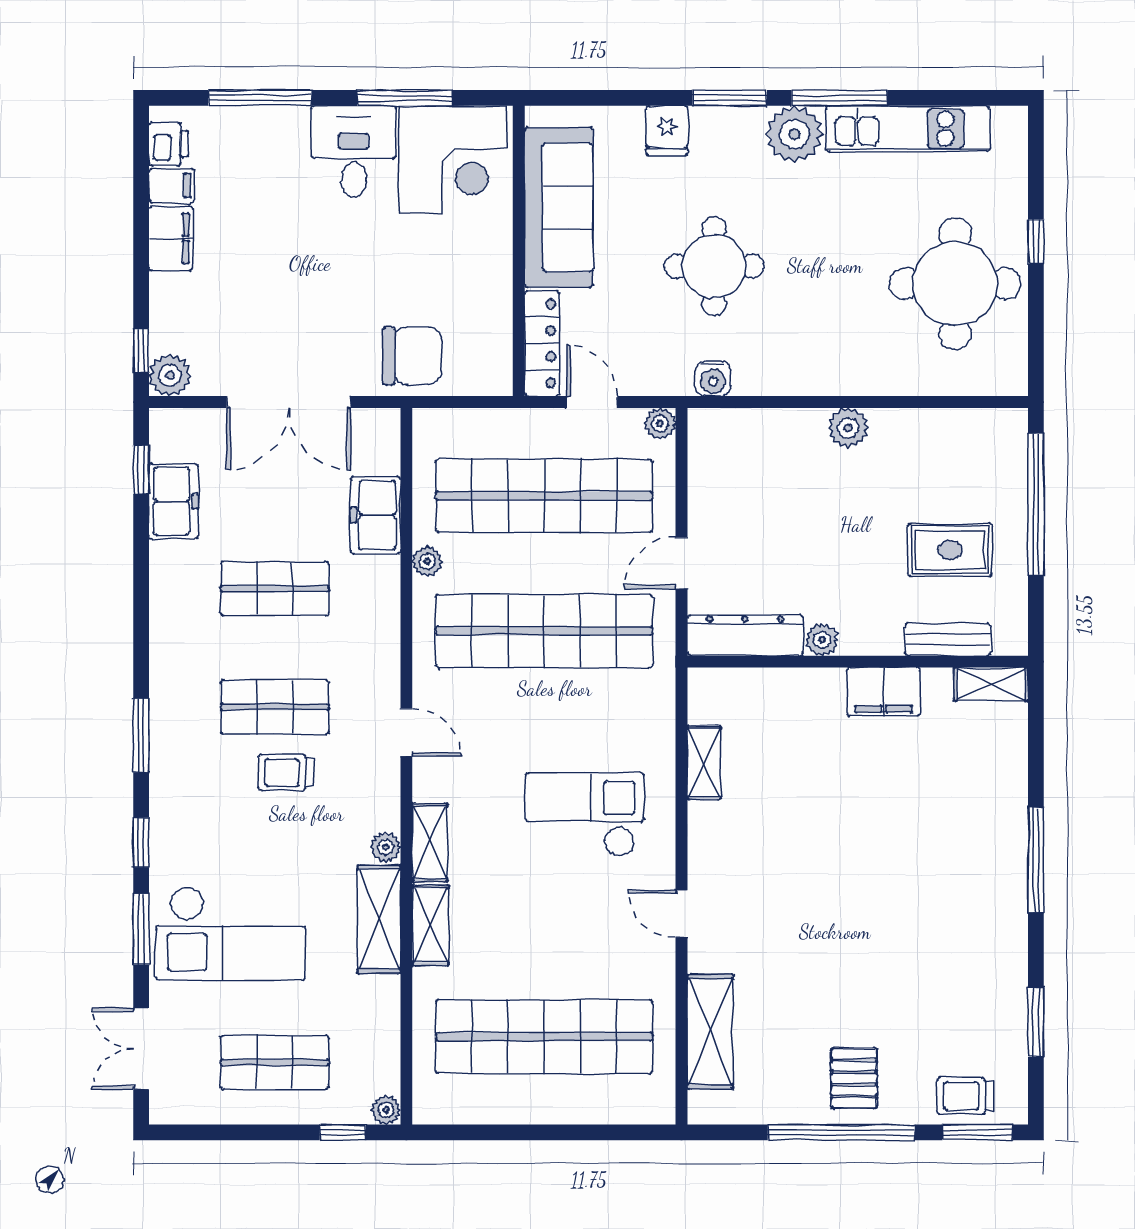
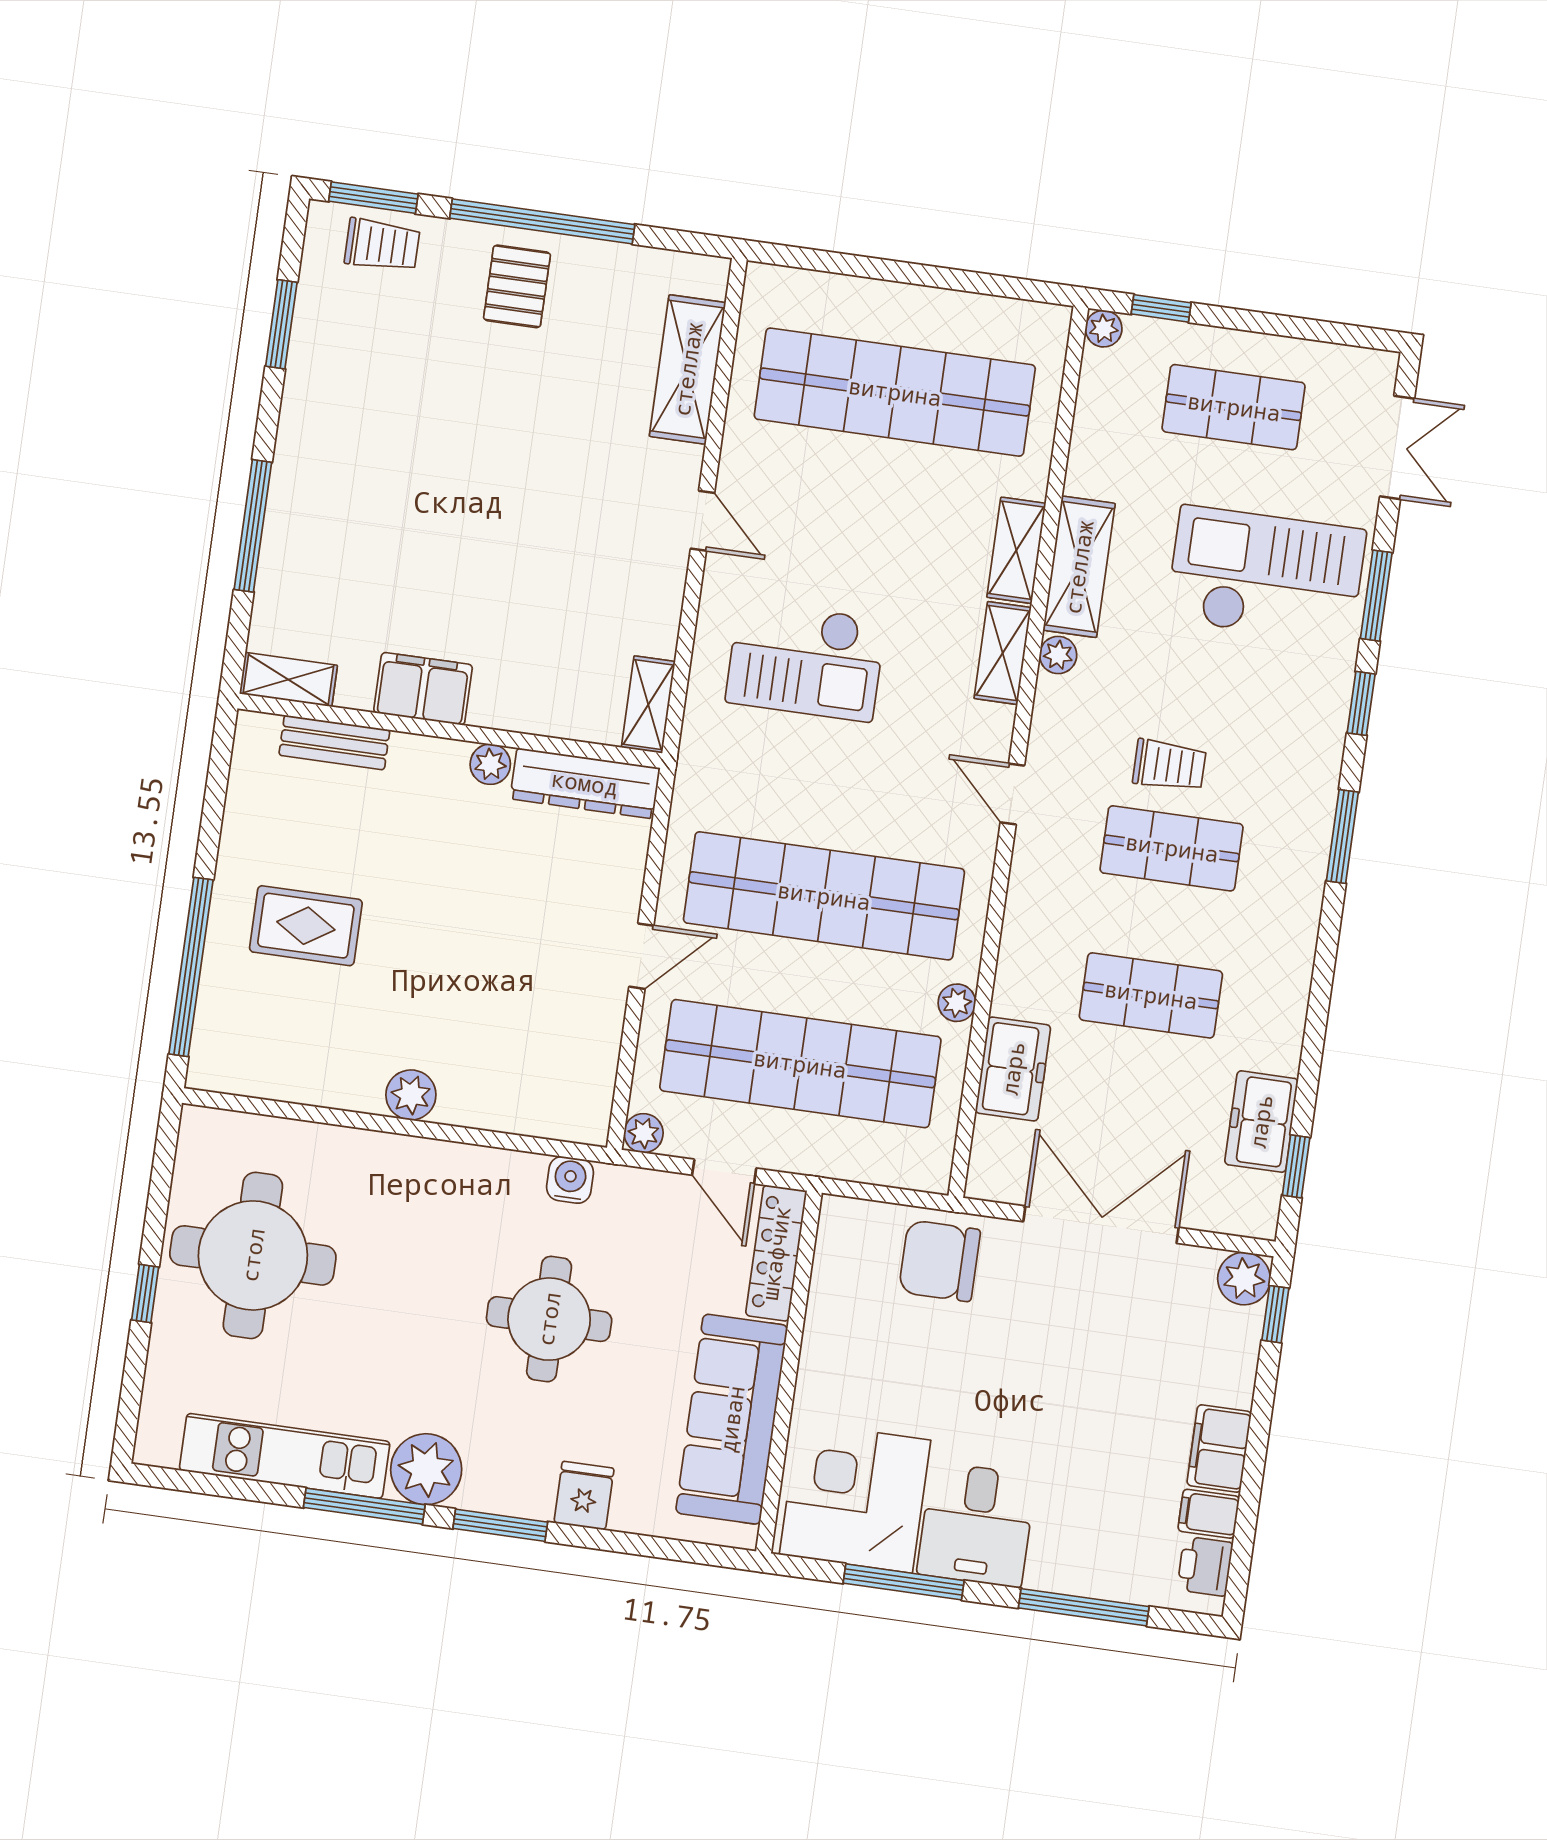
dresser: (745, 635) -> (585, 783), moved
plant: (822, 640) -> (490, 764), moved
bench: (948, 640) -> (334, 743), moved
wall: (858, 662) -> (450, 731), moved
shelving: (991, 684) -> (288, 680), moved
filing cabinet: (884, 692) -> (423, 689), moved

